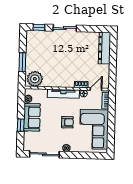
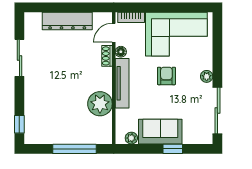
sliding door: (65, 28) -> (19, 58), moved
dresser: (105, 48) -> (67, 21), moved
window: (22, 62) -> (75, 149), width x1.44
plant: (35, 79) -> (100, 104), moved
door: (96, 89) -> (114, 33), hinge flipped

